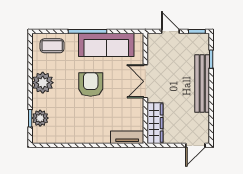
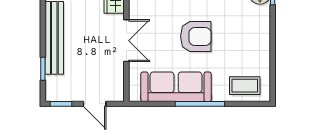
plant: (43, 83) -> (257, 39), removed
armchair: (91, 84) -> (196, 37), turned -90

